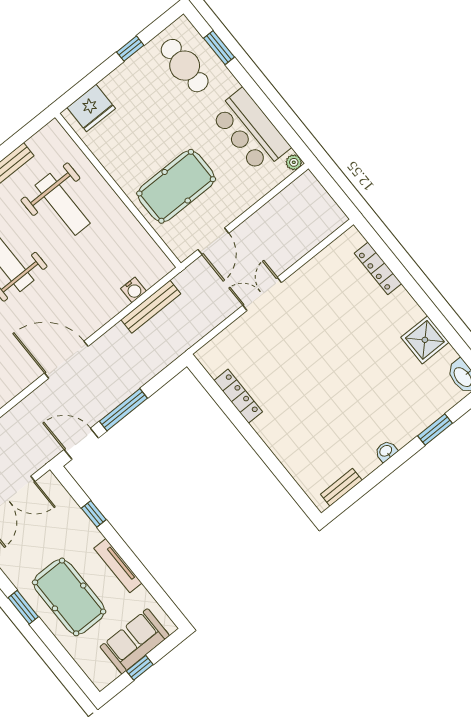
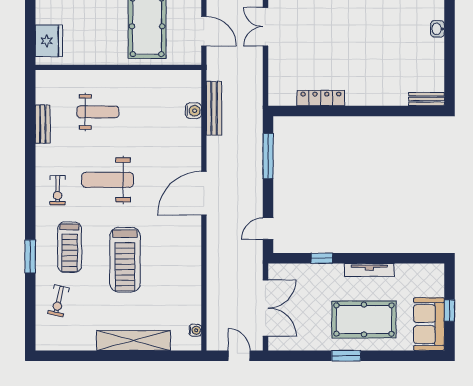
weight bench: (63, 204) -> (98, 112), width x0.73, depth x0.75
window: (123, 410) -> (268, 156), moved
door: (81, 444) -> (268, 229), width x0.73
bench: (341, 487) -> (427, 99), moved, turned 90
sofa: (135, 641) -> (429, 324), moved

